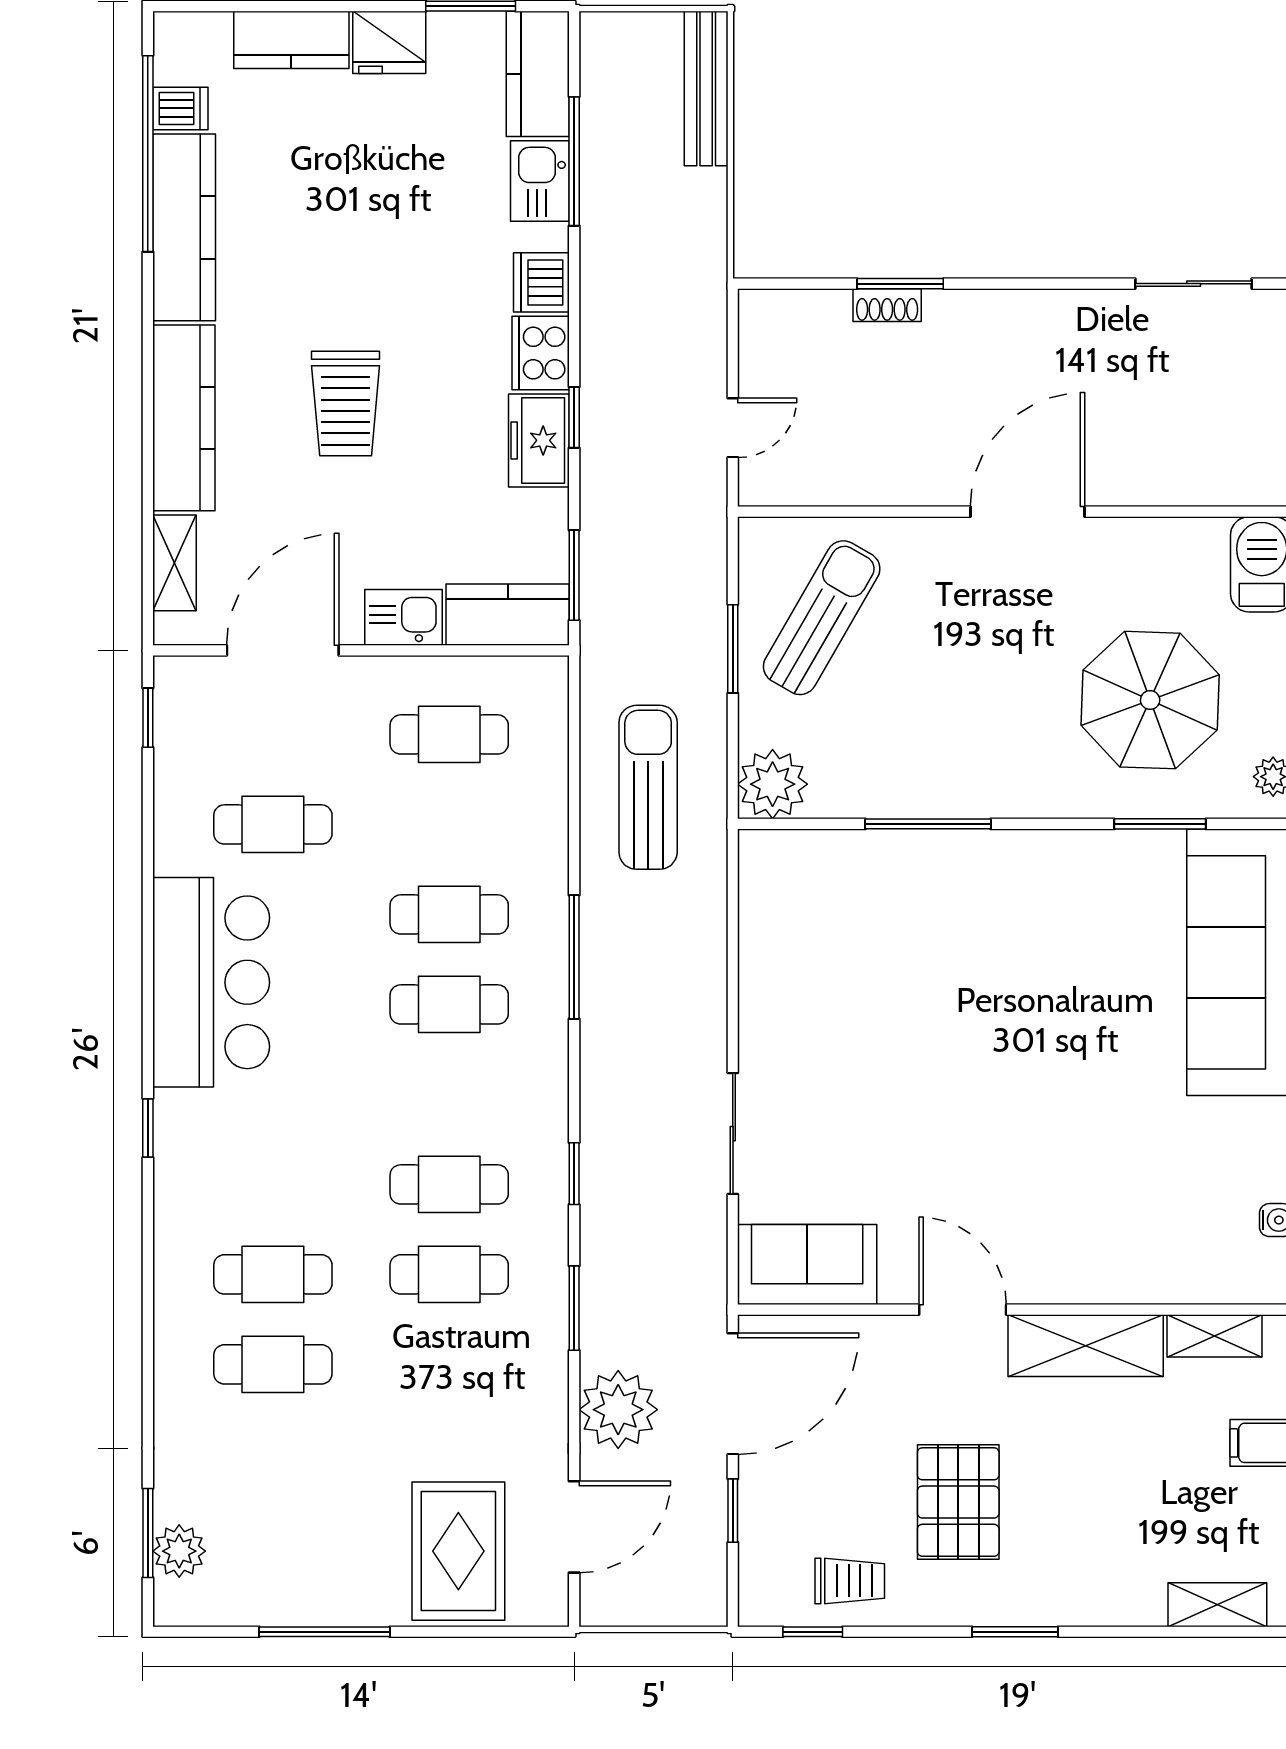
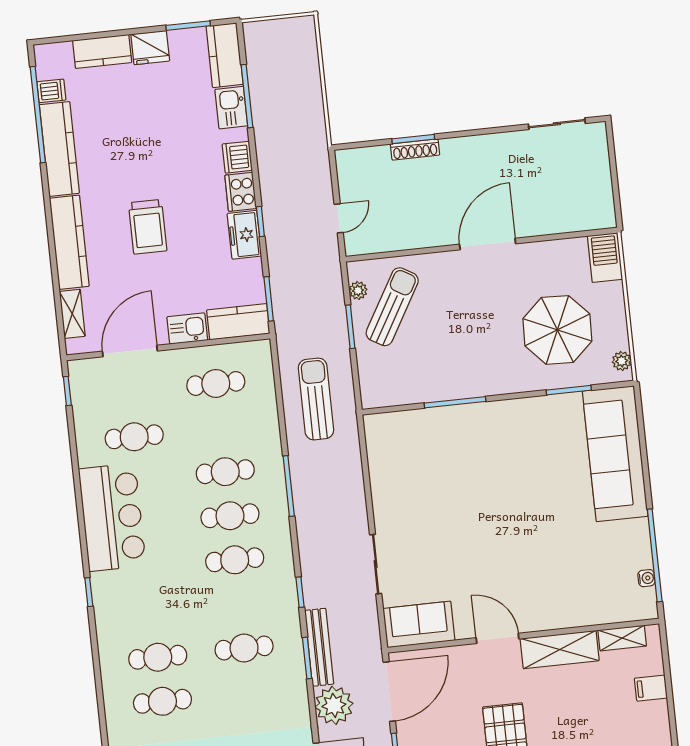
bench: (706, 89) -> (319, 647), moved
shoe rack: (887, 305) -> (415, 149), width x1.43
plant: (773, 784) -> (358, 290), moved, width x0.53, depth x0.53
cafe table: (449, 1184) -> (235, 560), moved

